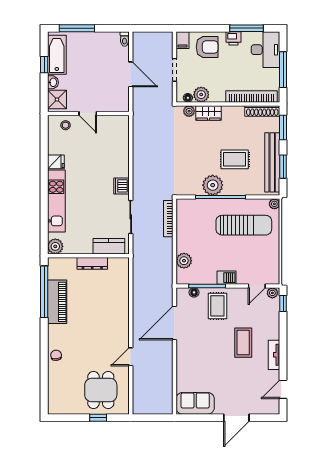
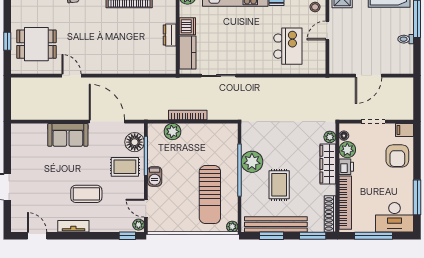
printer: (234, 38) -> (346, 167), moved, turned 180
toilet: (125, 39) -> (406, 39), moved
wardrobe: (208, 113) -> (328, 164), width x1.50
kitchen island: (103, 151) -> (288, 46), added
dishwasher: (121, 186) -> (187, 26), moved, turned 90
bookcase: (168, 219) -> (188, 115), moved
dresser: (92, 263) -> (170, 35), width x0.70
floor lamp: (194, 292) -> (135, 142), width x1.89, depth x1.89
sofa: (195, 403) -> (68, 135), moved, turned 90

